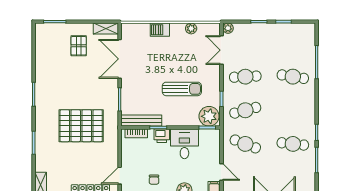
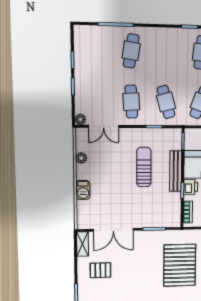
plant: (209, 116) -> (172, 139), removed
bench: (141, 120) -> (176, 171), moved

